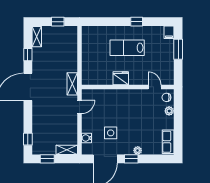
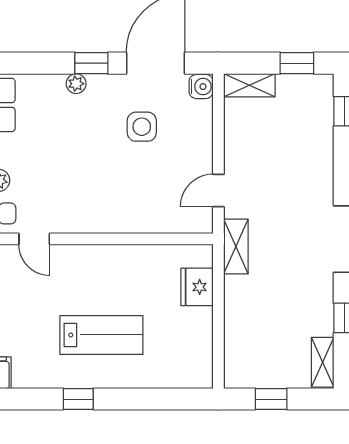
fridge: (121, 78) -> (197, 287), moved, turned 90
water cooler: (86, 138) -> (201, 87), moved

